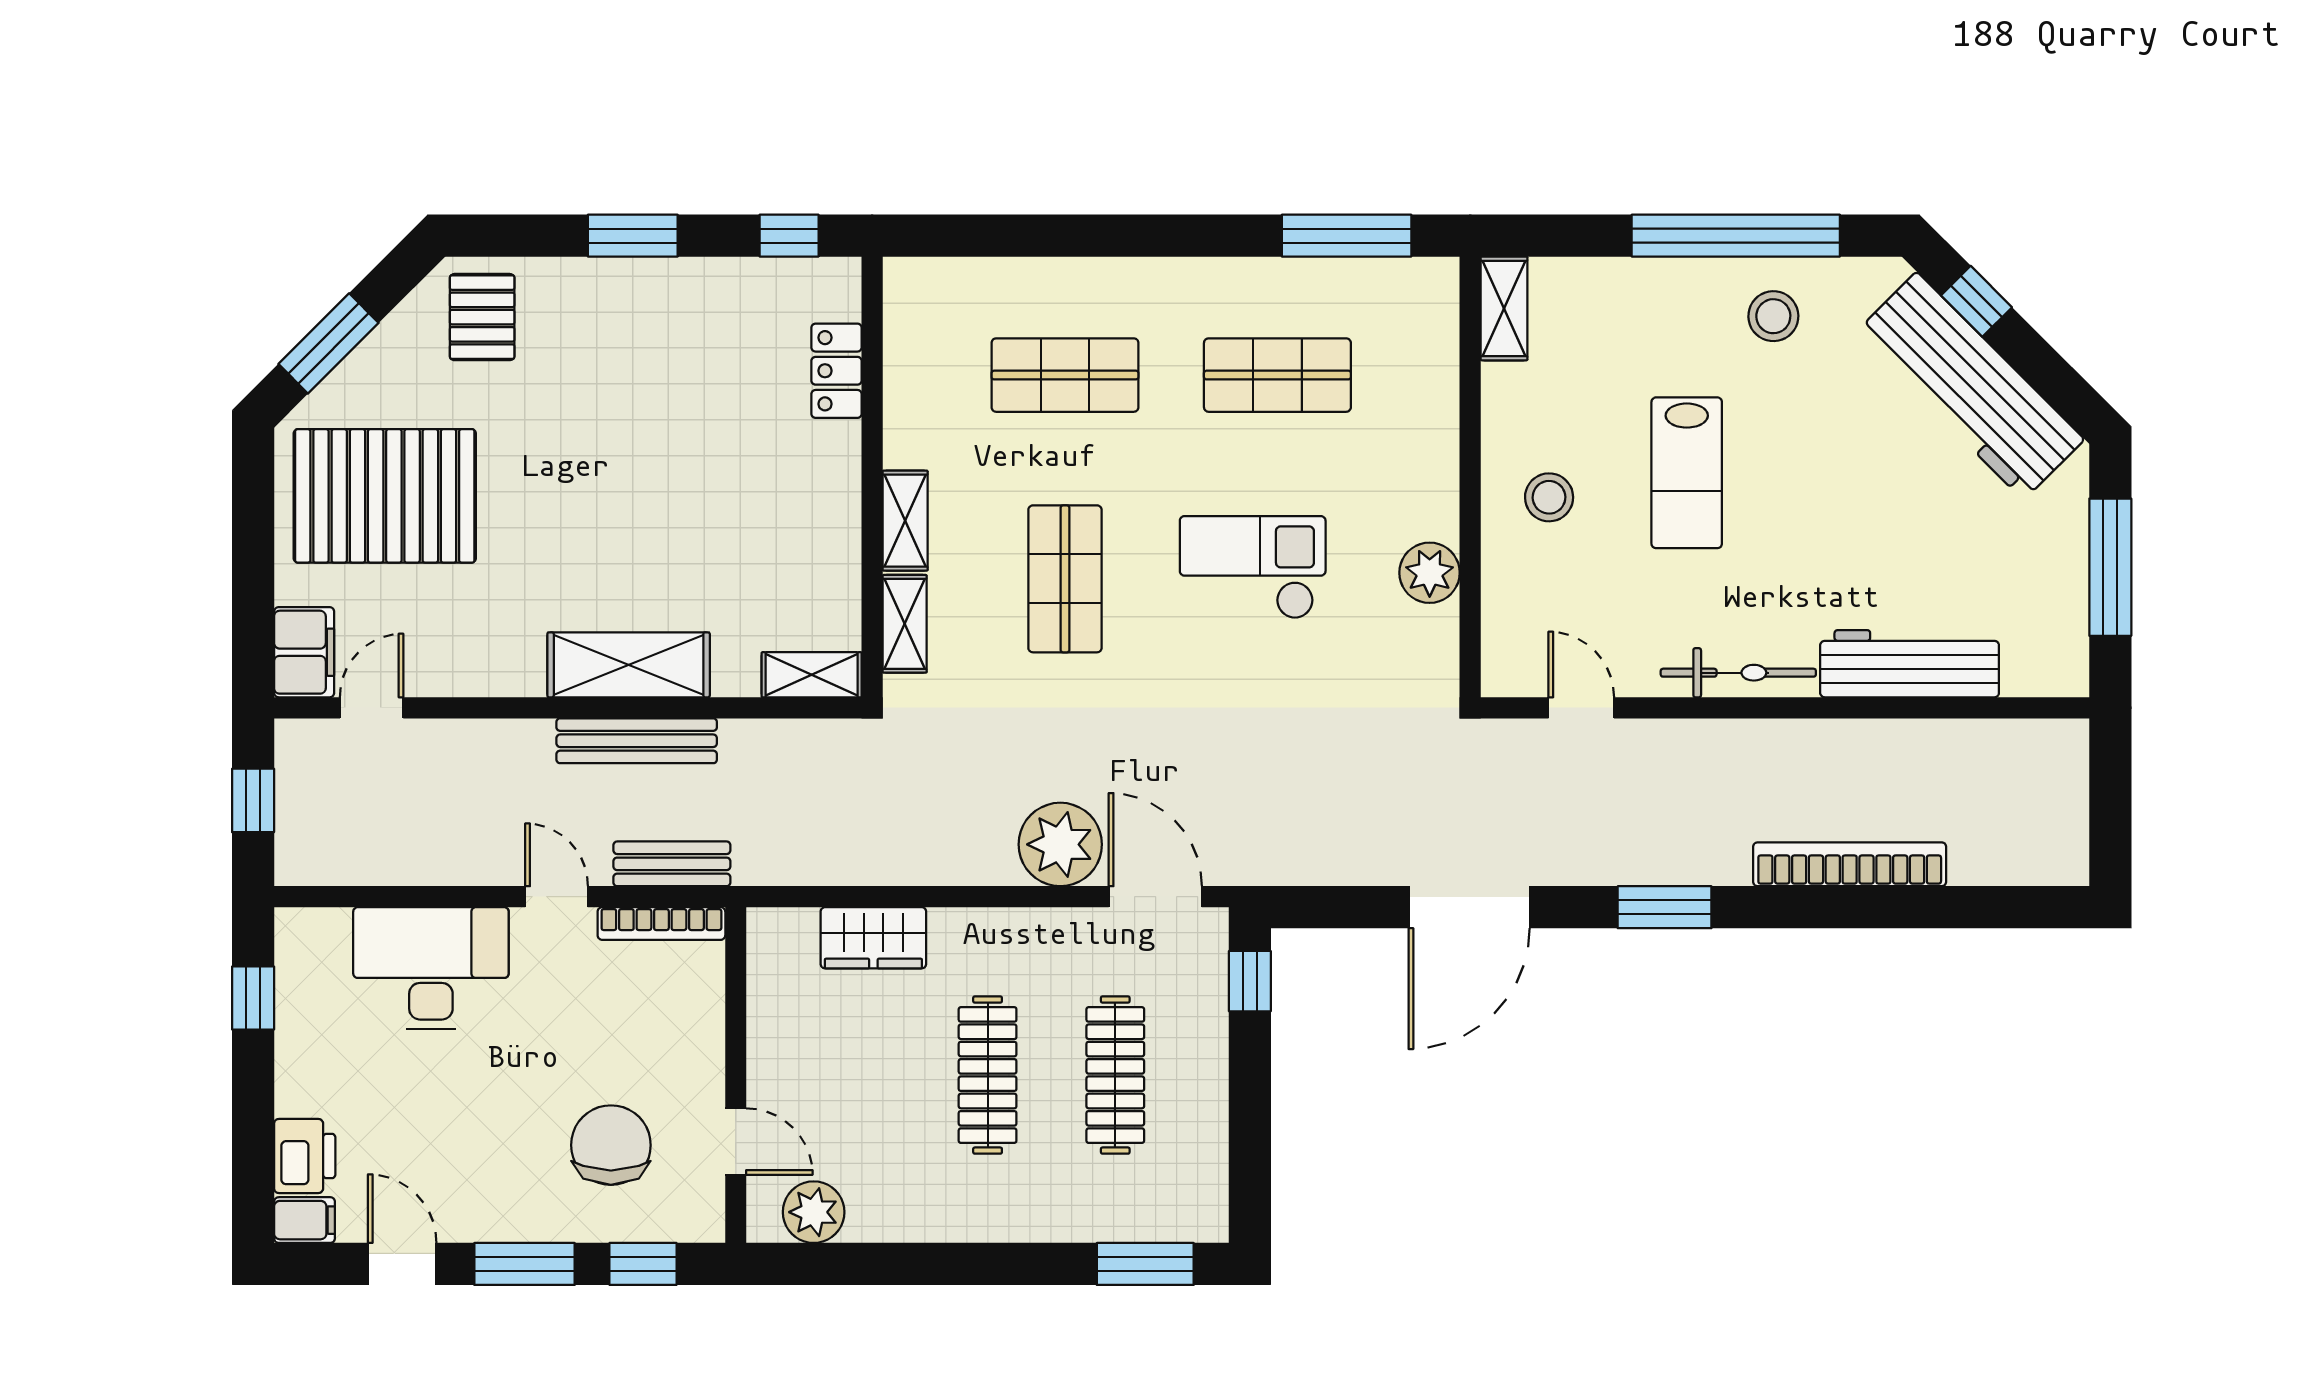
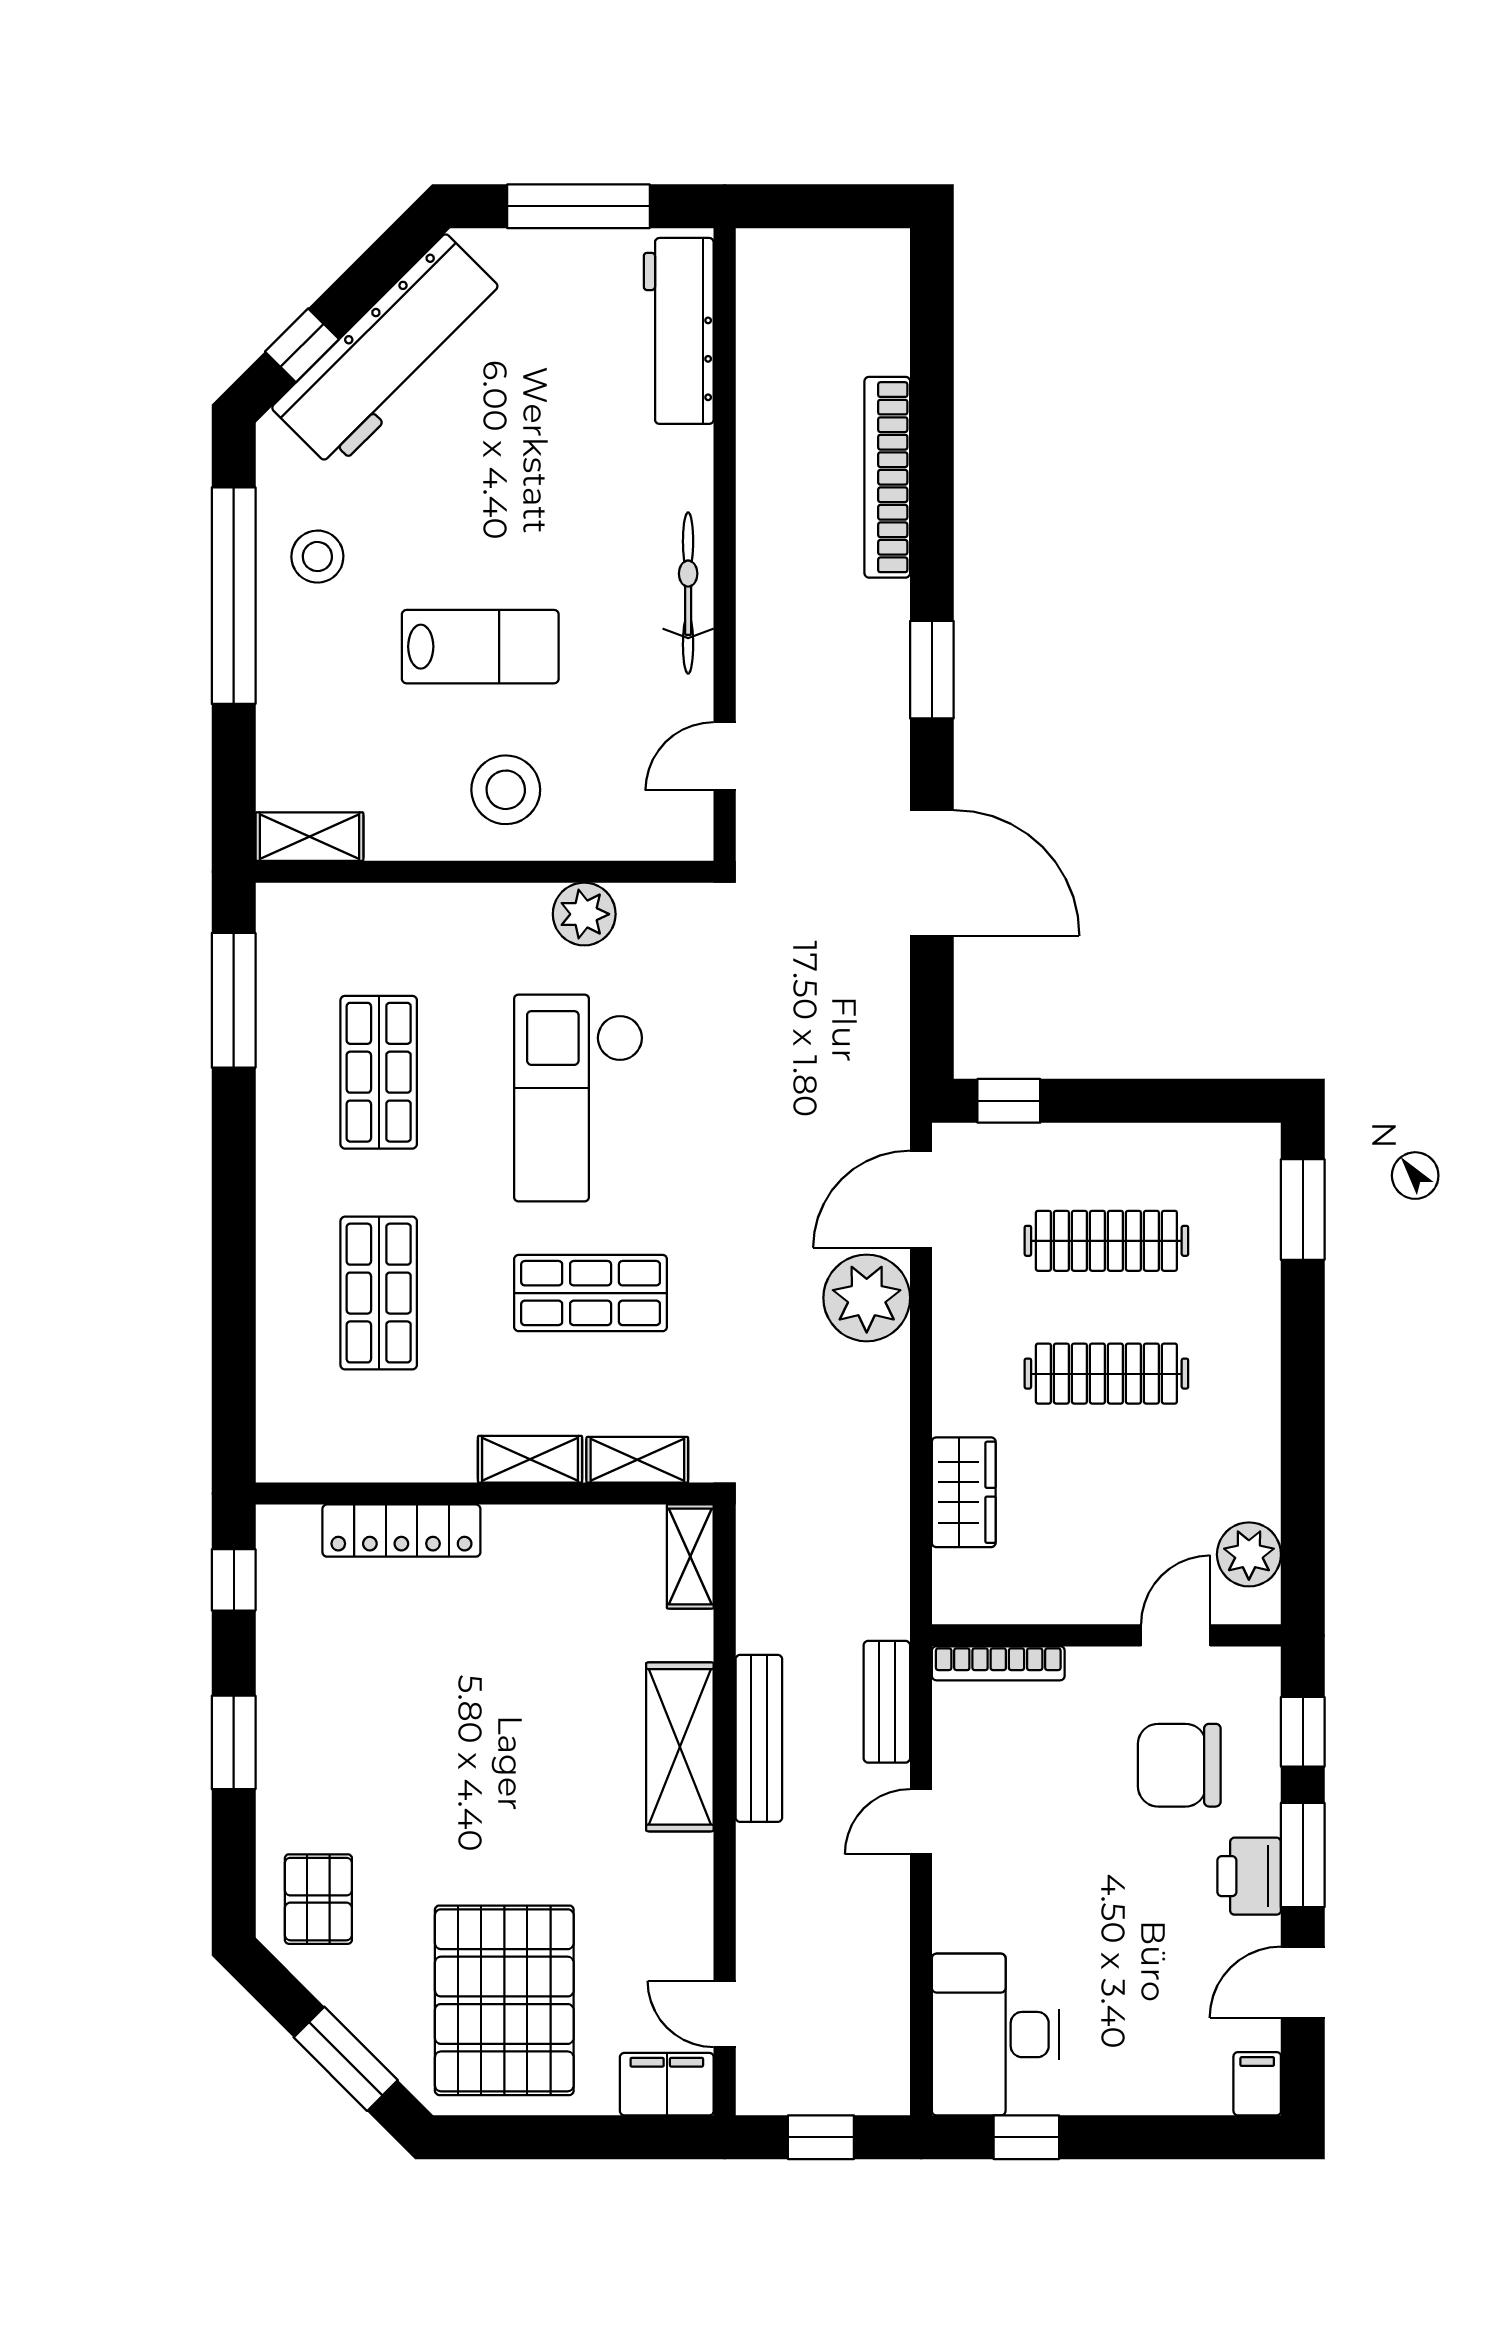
pallet: (482, 317) -> (318, 1899), turned 90
locker: (837, 371) -> (401, 1531), width x1.53
stool: (1549, 497) -> (506, 790), width x1.38, depth x1.38
checkout: (1253, 567) -> (579, 1098), width x1.36, depth x1.21
workbench: (1910, 664) -> (679, 331), moved
bookcase: (661, 923) -> (998, 1663), moved, turned 90
desk: (431, 968) -> (995, 2035), moved
printer: (305, 1156) -> (1249, 1876), moved, turned -90

